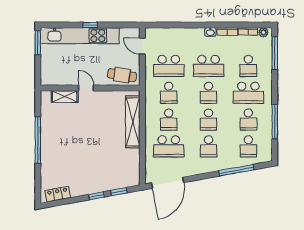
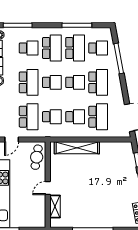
school desk: (248, 120) -> (75, 48), width x1.85
school desk: (209, 146) -> (98, 82), width x1.85

